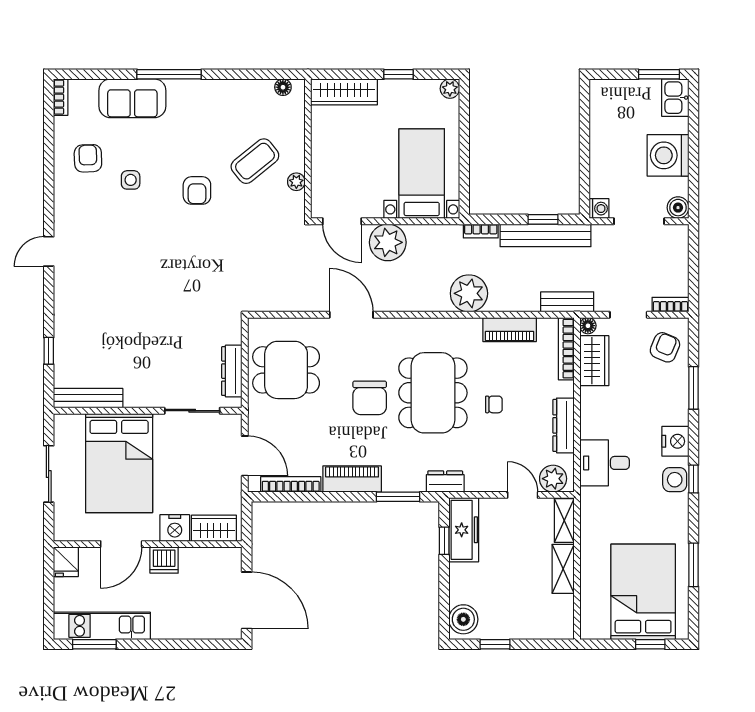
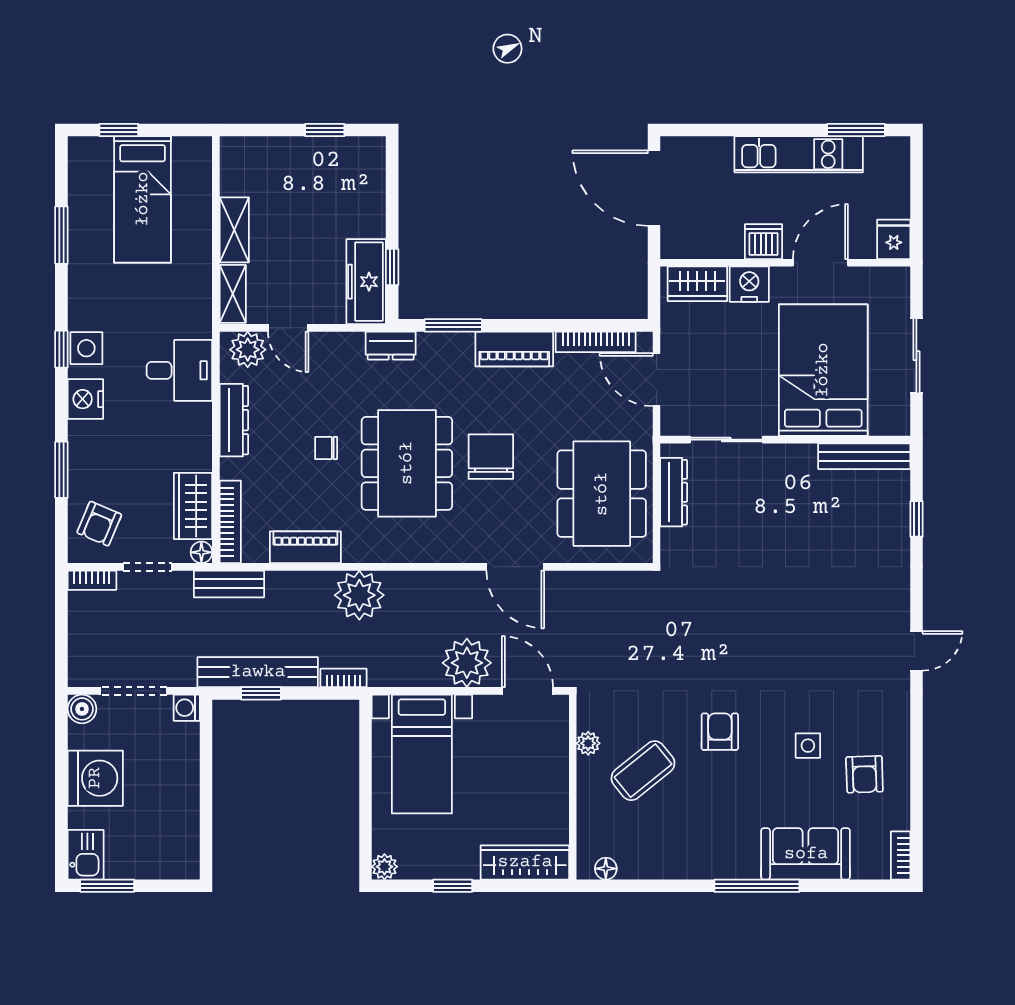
dining table: (286, 370) -> (602, 494), width x1.38
bed: (643, 592) -> (143, 199), width x0.67
boiler: (463, 619) -> (367, 163), removed
kitchen unit: (102, 626) -> (799, 154), moved

